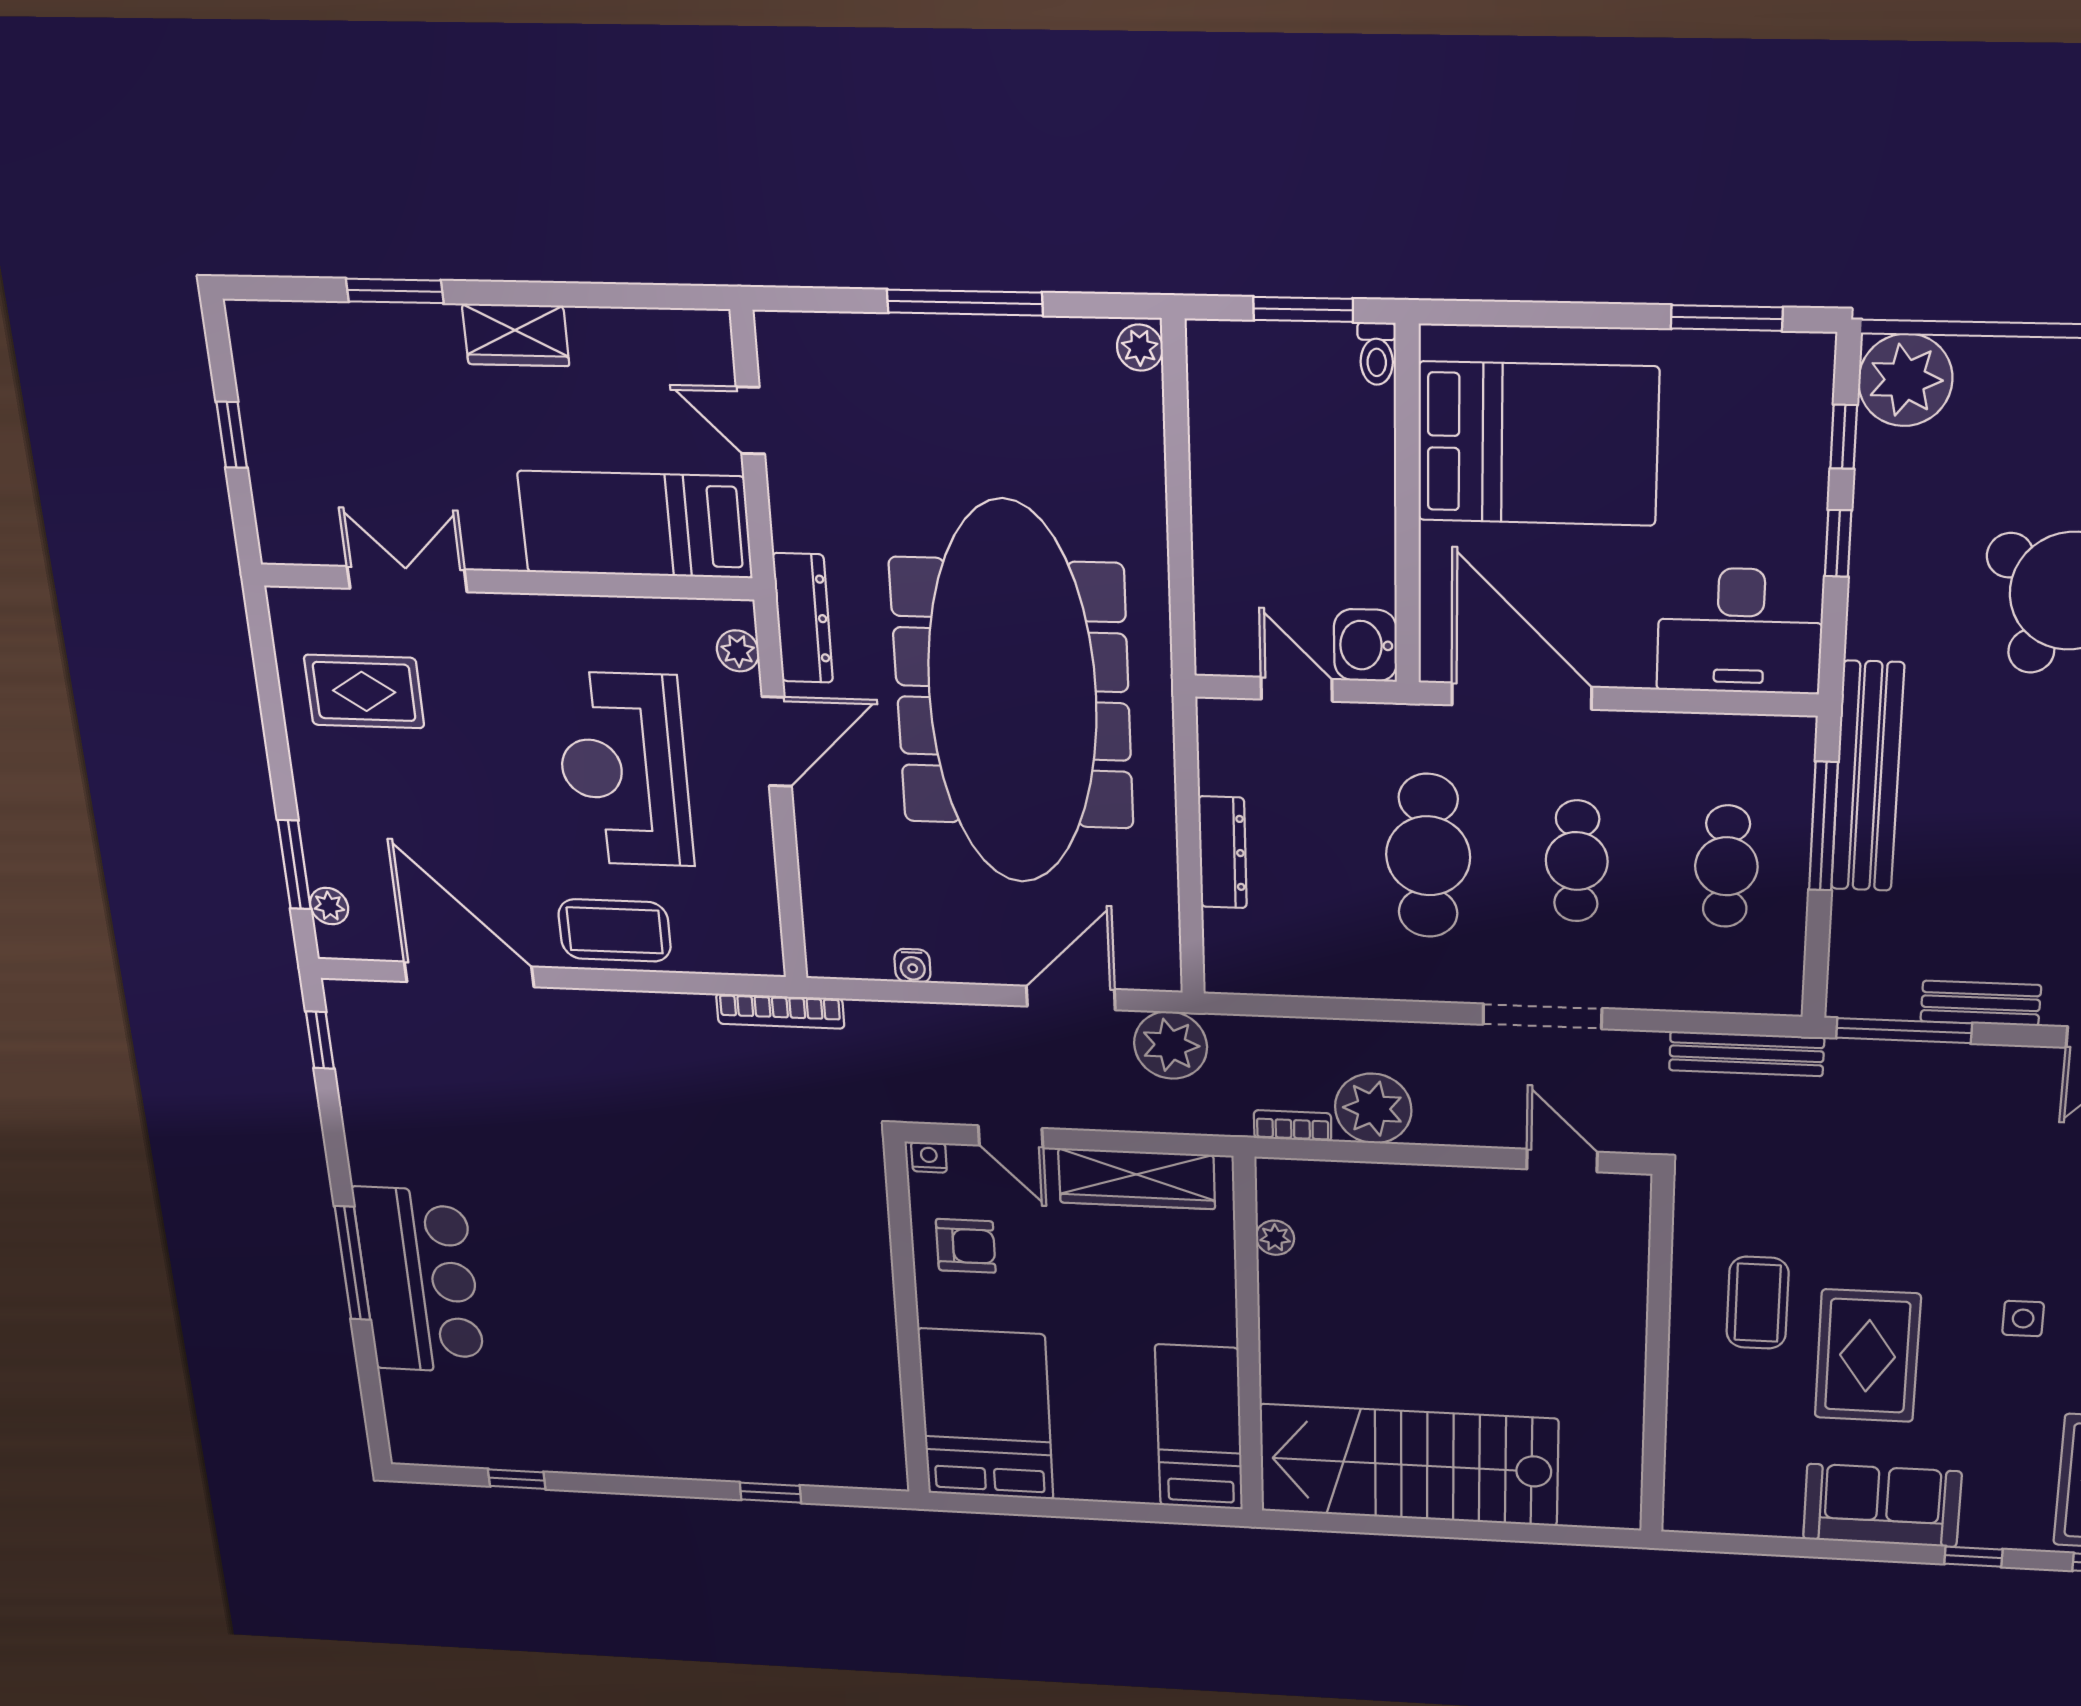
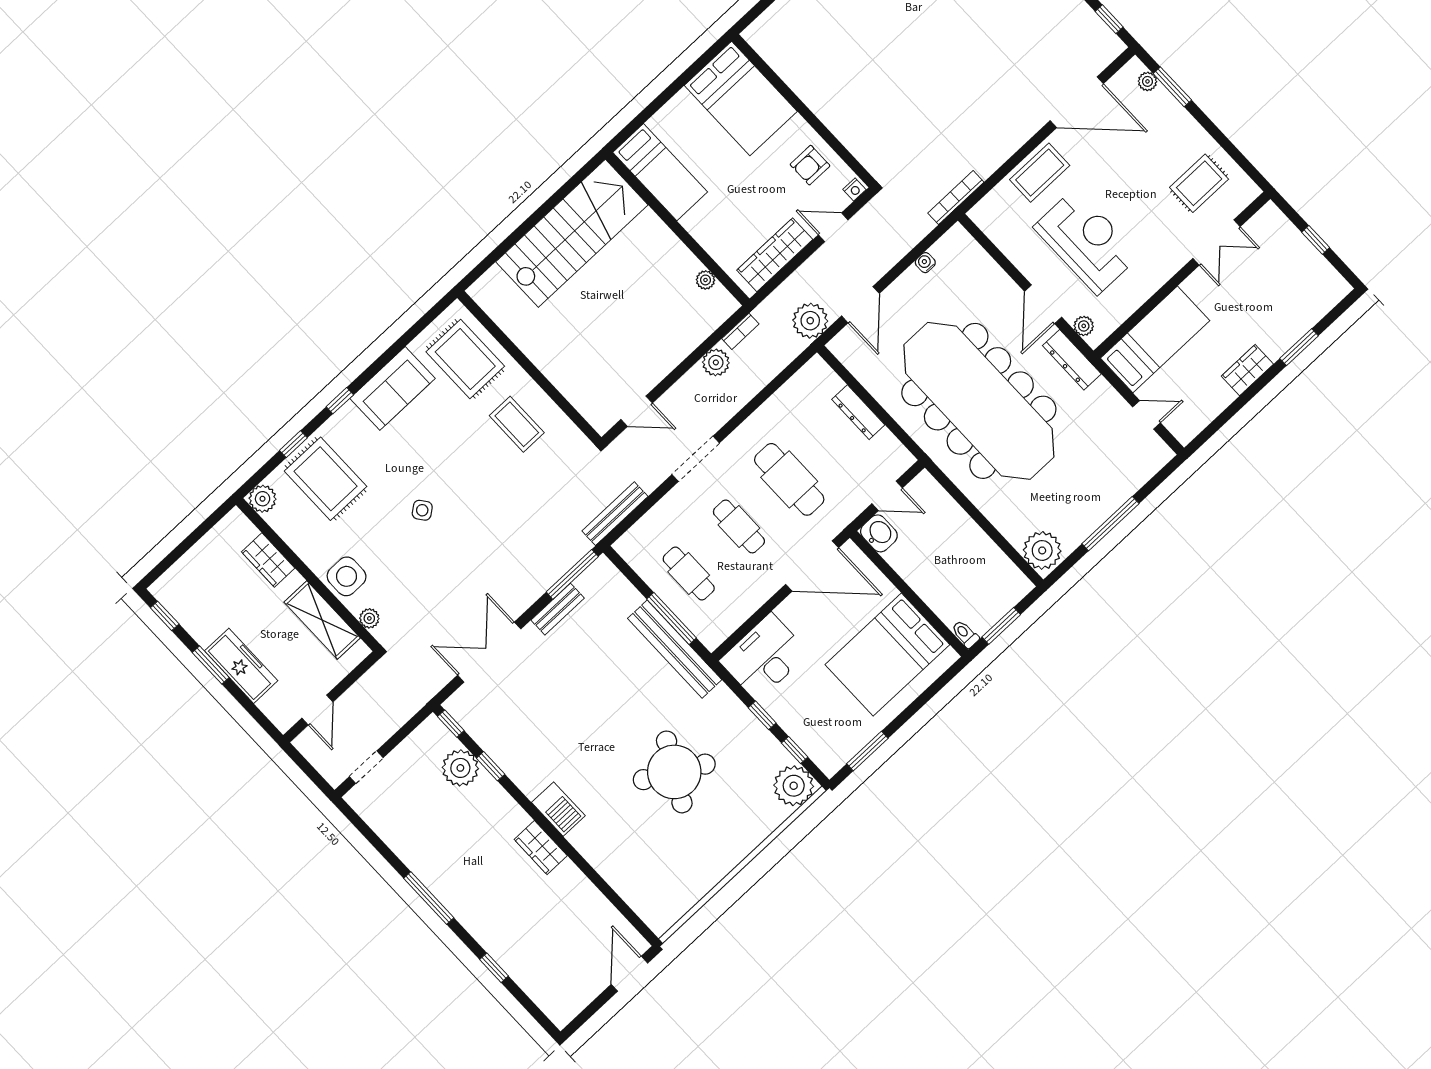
plant: (1140, 348) -> (1042, 550), width x1.87, depth x1.87
plant: (1373, 1108) -> (716, 362), width x0.73, depth x0.73
side table: (2023, 1319) -> (422, 510), turned -37
rug: (1868, 1356) -> (465, 359), moved

